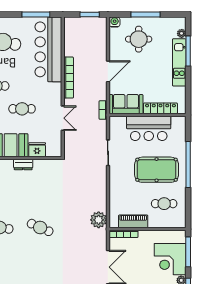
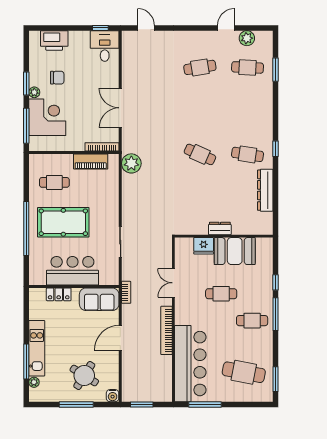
round table: (139, 39) -> (84, 376), turned 32
locker: (160, 108) -> (59, 294), width x0.66

